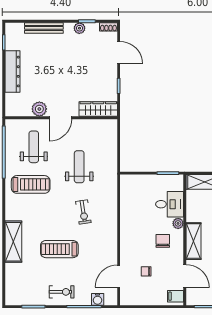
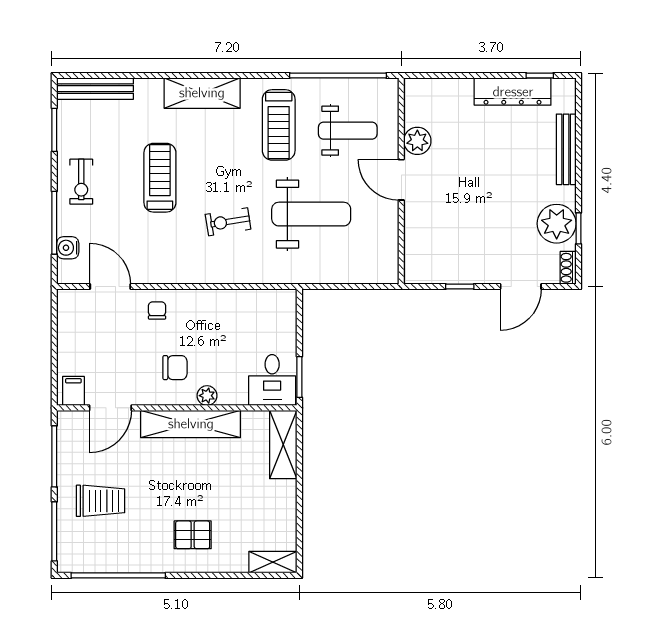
plant: (79, 28) -> (557, 224), width x1.88, depth x1.88
dresser: (12, 72) -> (513, 92), moved
wardrobe: (98, 109) -> (417, 249), removed
weight bench: (79, 167) -> (311, 214), width x1.36, depth x1.33
desk: (170, 204) -> (272, 380), moved
shelving: (193, 241) -> (191, 424), width x1.47
shelving: (13, 242) -> (202, 93), moved
chair: (146, 271) -> (157, 310), moved
bench: (11, 284) -> (95, 89), added

